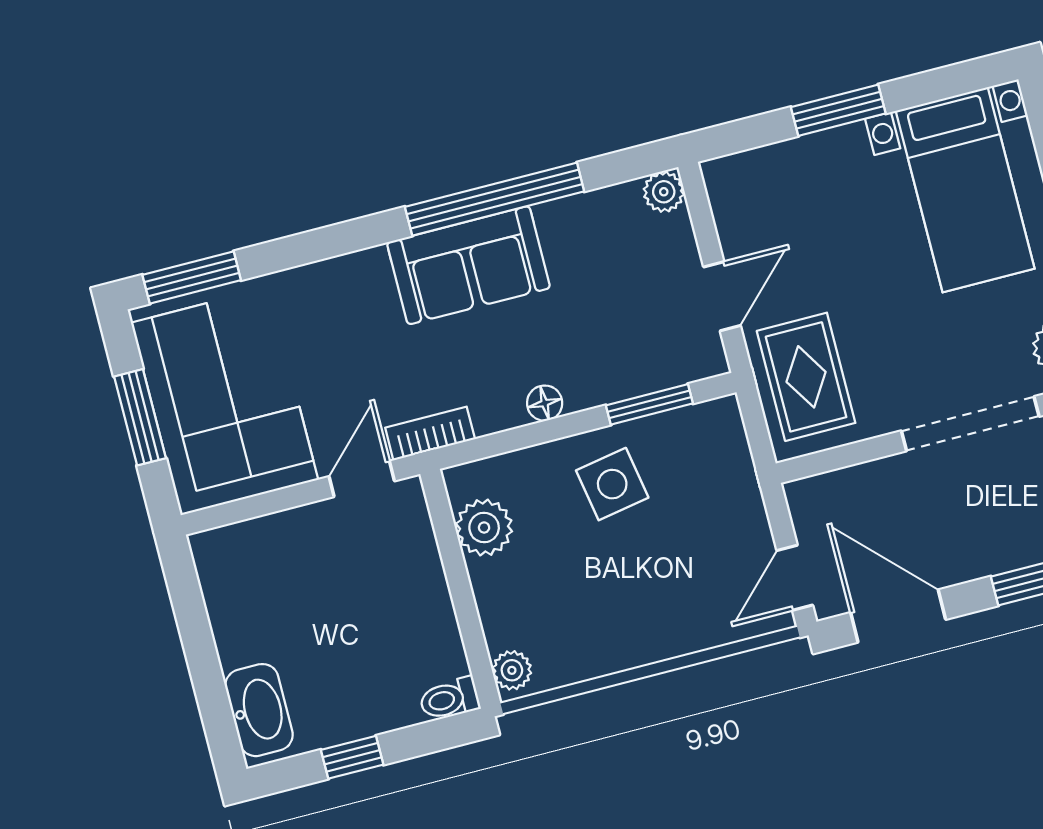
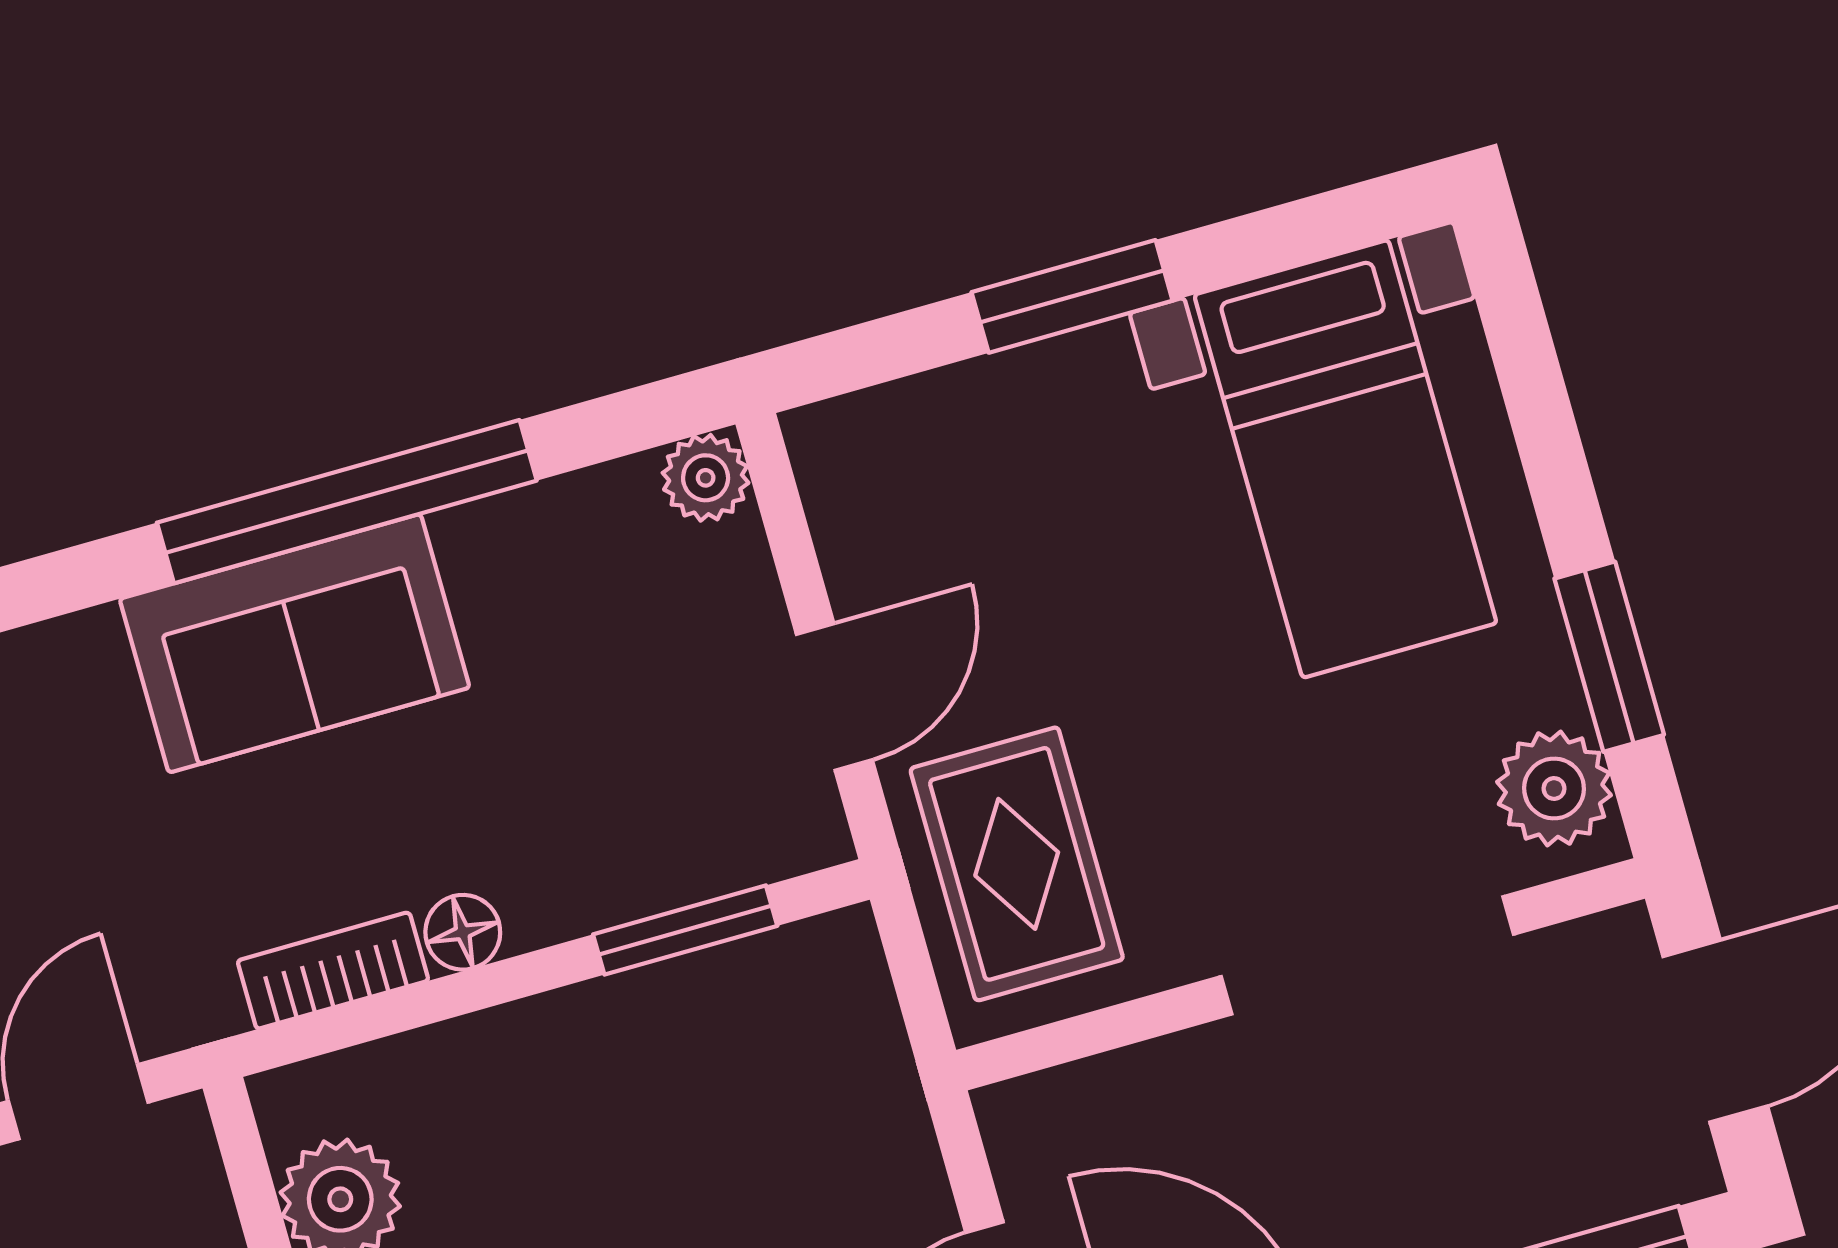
bookcase: (430, 433) -> (333, 971), moved
side table: (612, 484) -> (610, 1101), removed

